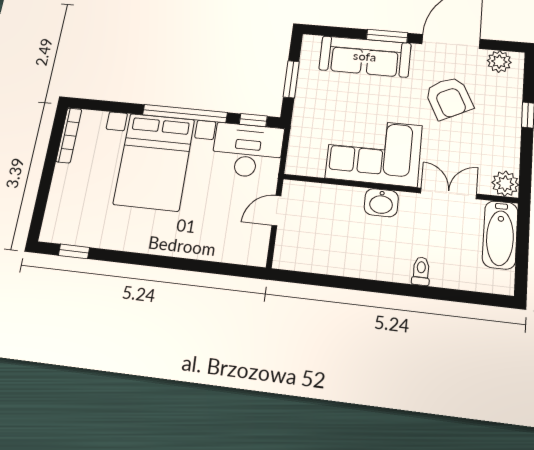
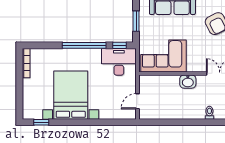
corner sofa: (374, 152) -> (164, 56), moved
bed with nightstands: (154, 162) -> (71, 95), moved, turned 180
door: (276, 211) -> (138, 101), moved

